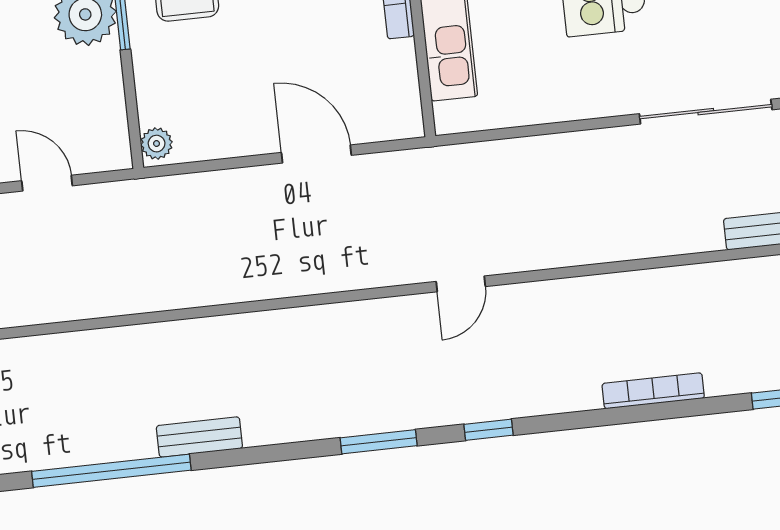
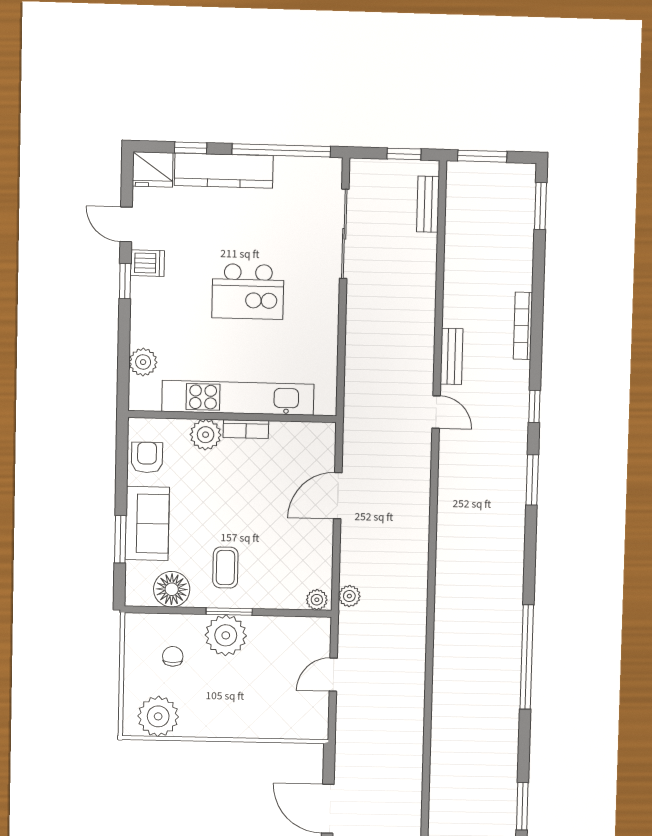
plant: (168, 191) -> (349, 596), added
bookcase: (653, 391) -> (523, 326), moved
bench: (199, 437) -> (451, 356), moved

